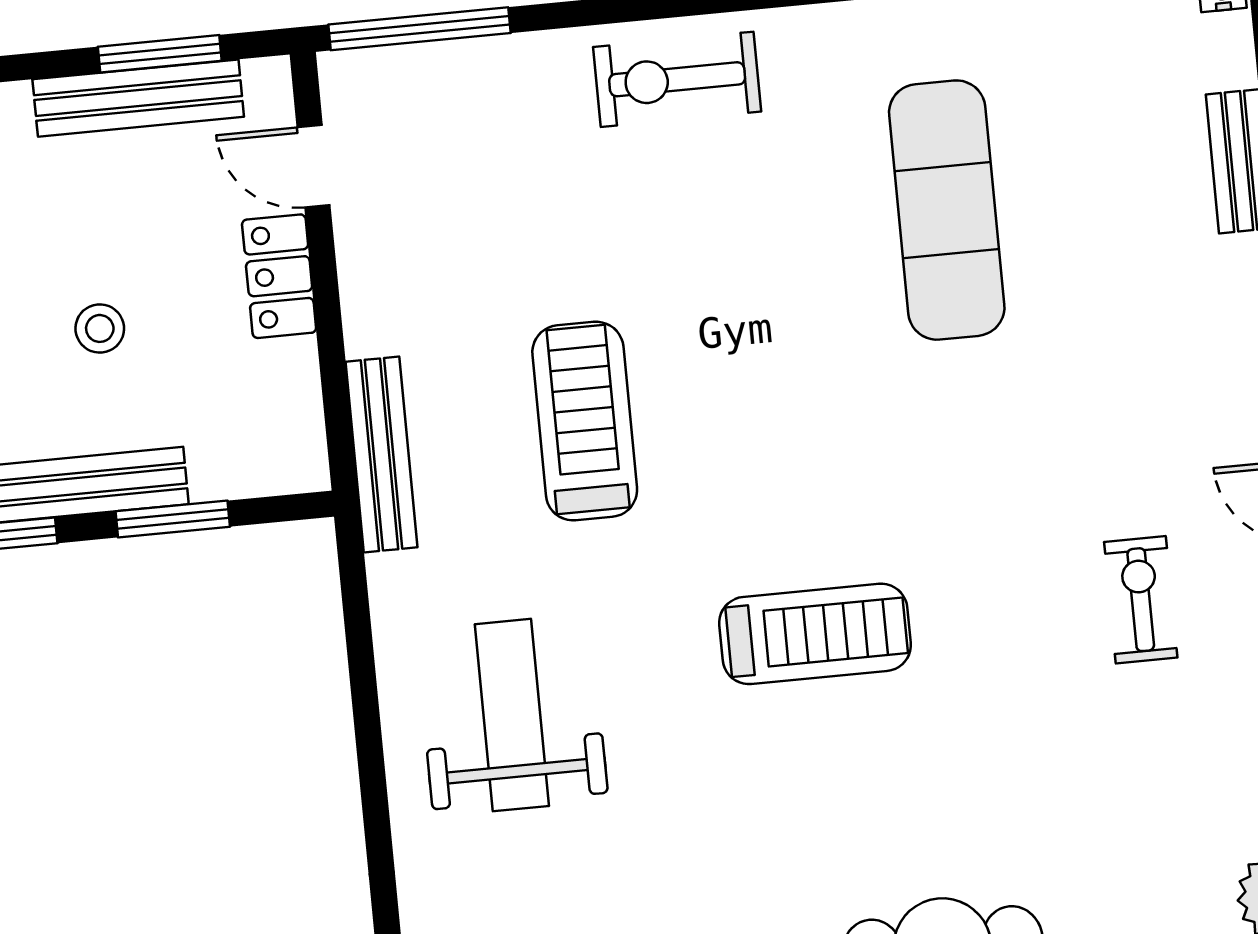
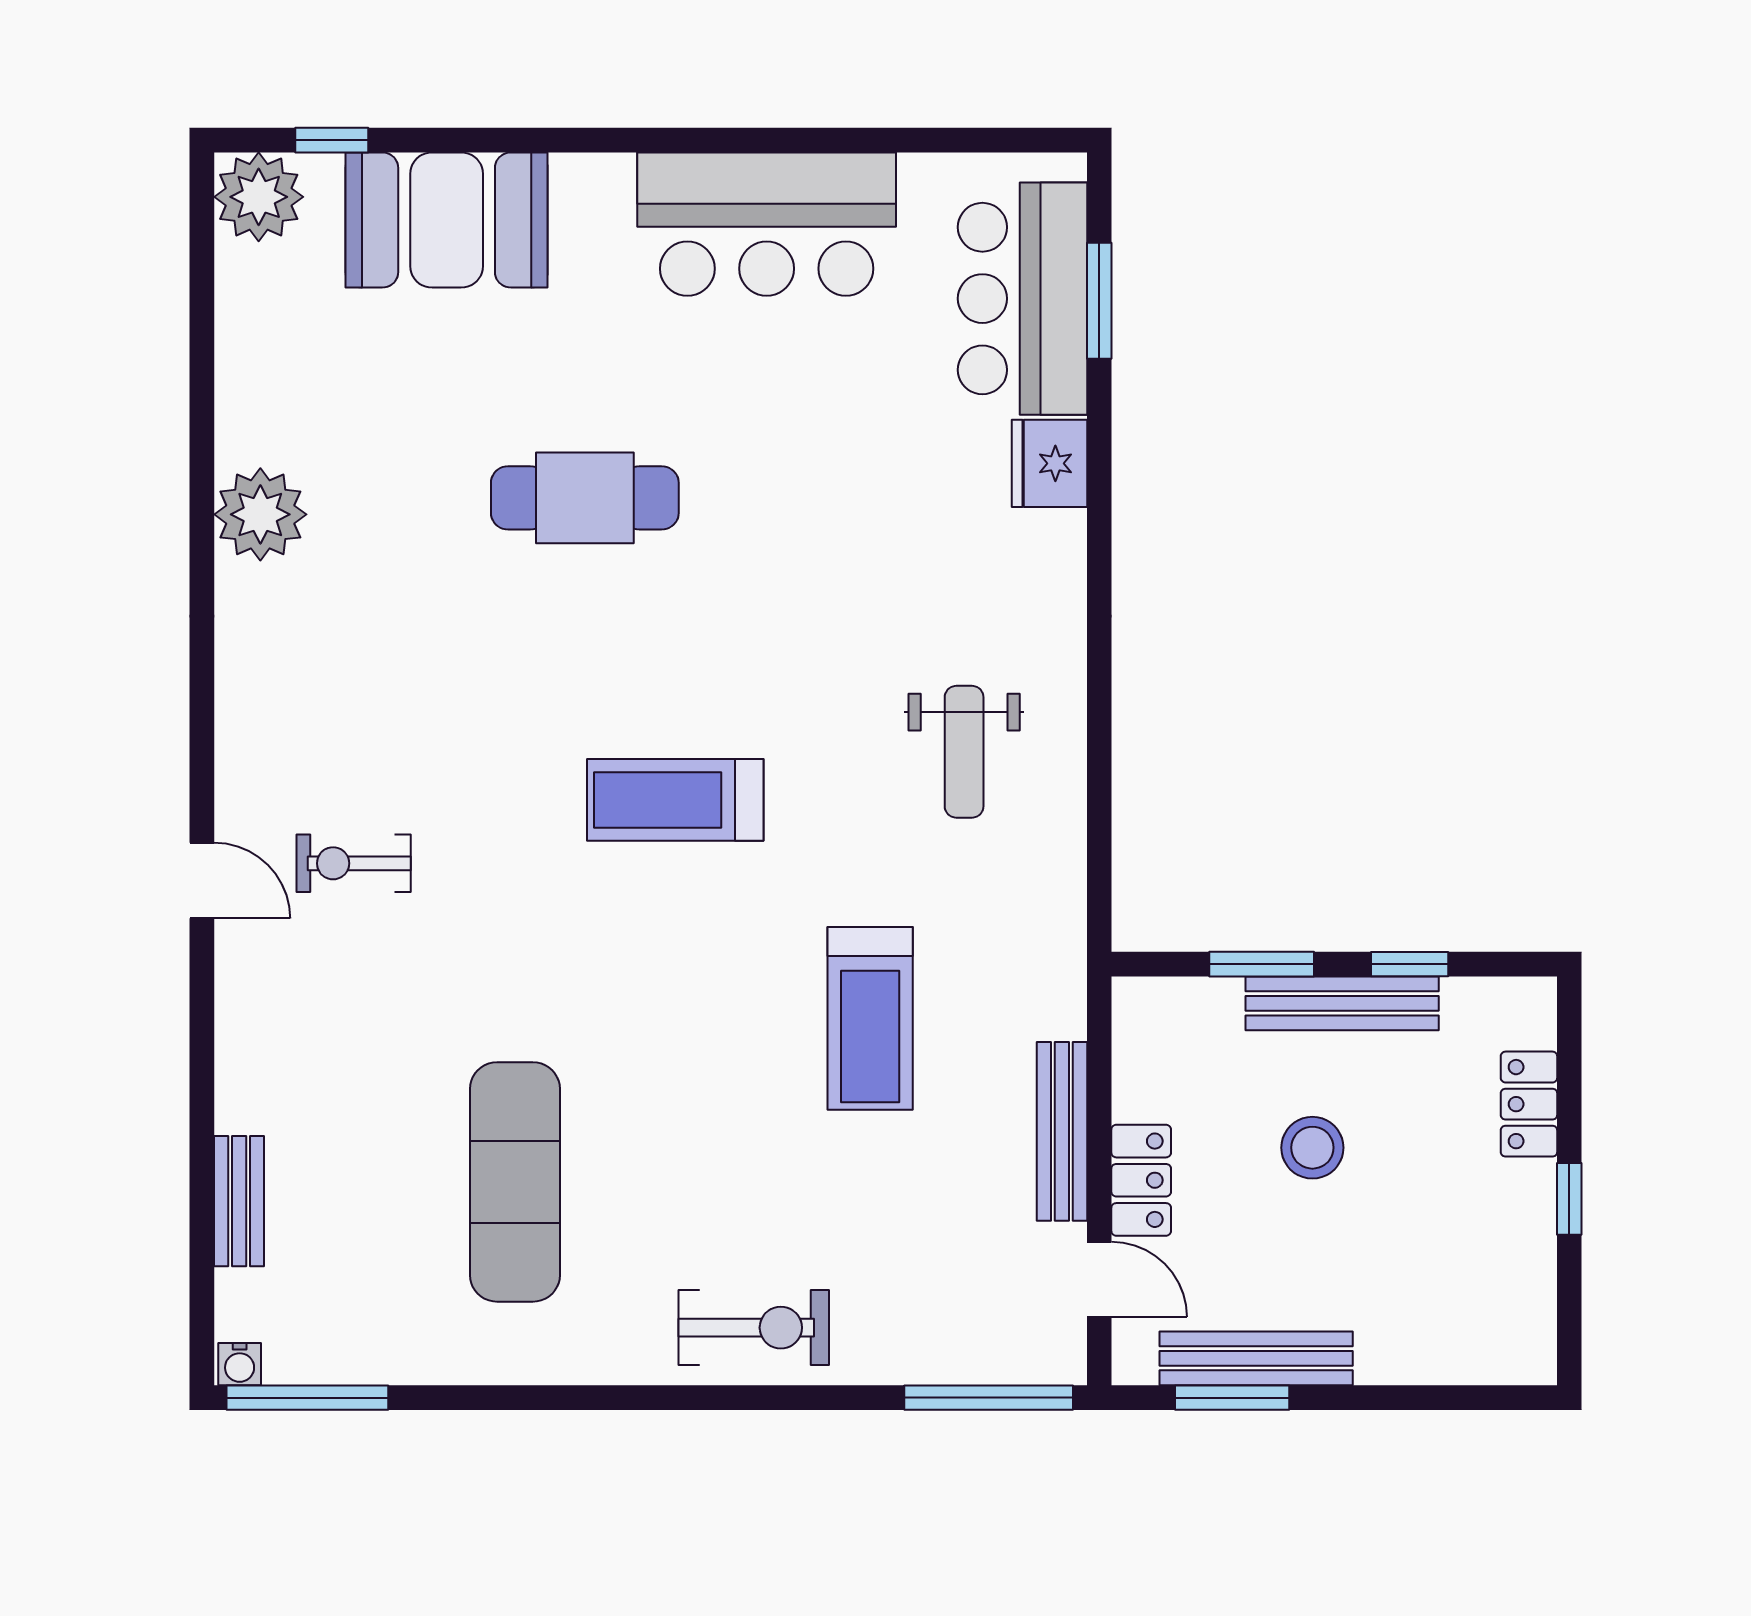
stool: (100, 328) -> (1312, 1148), width x1.37, depth x1.37
bench: (381, 455) -> (1062, 1131), moved
exercise bike: (1141, 600) -> (354, 863), moved, turned 90
weight bench: (512, 715) -> (964, 752), width x0.73, depth x0.75

